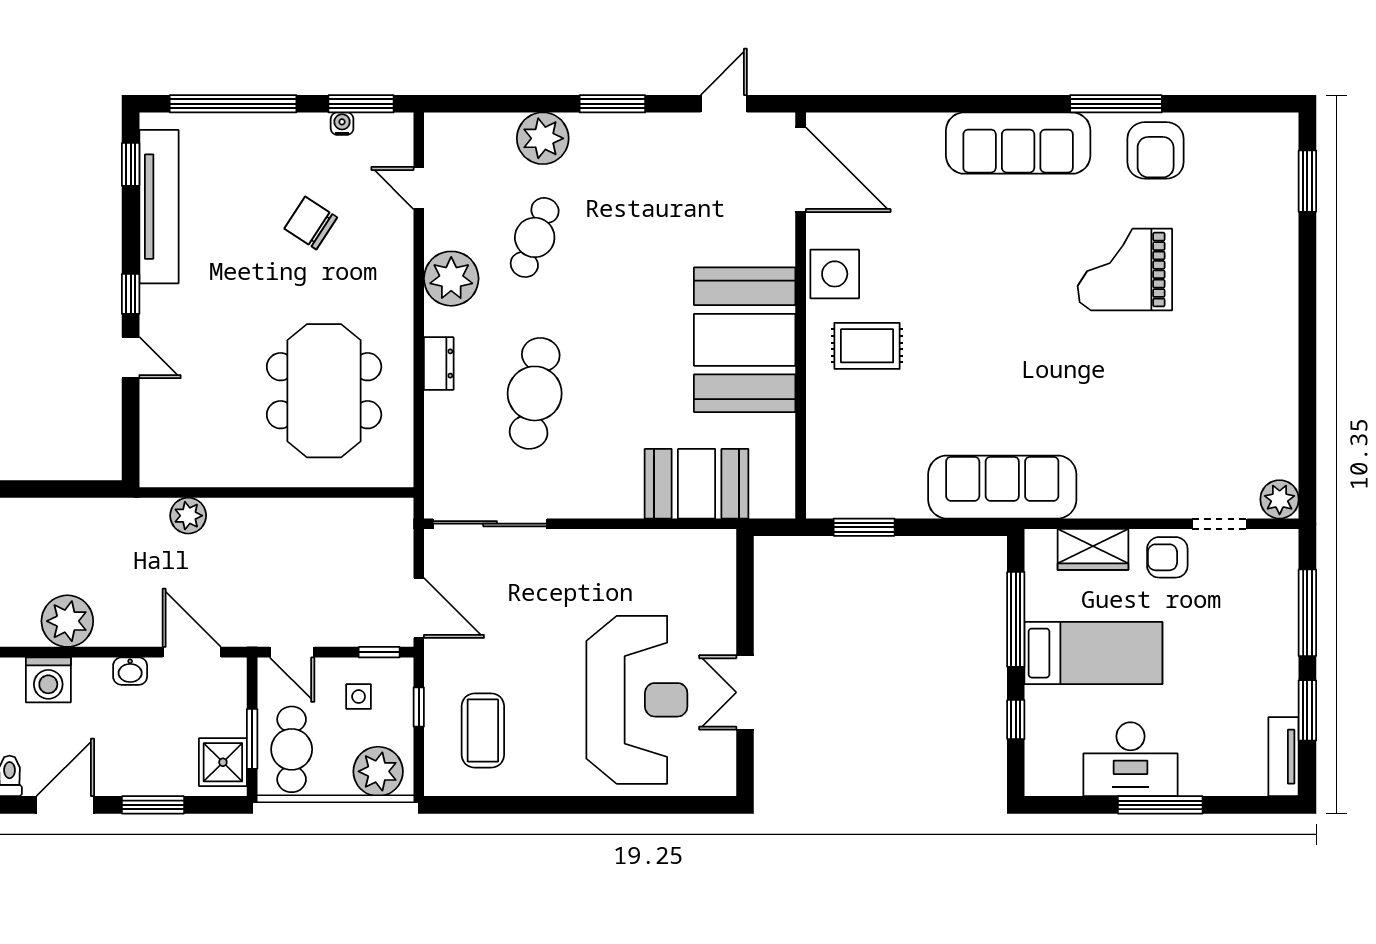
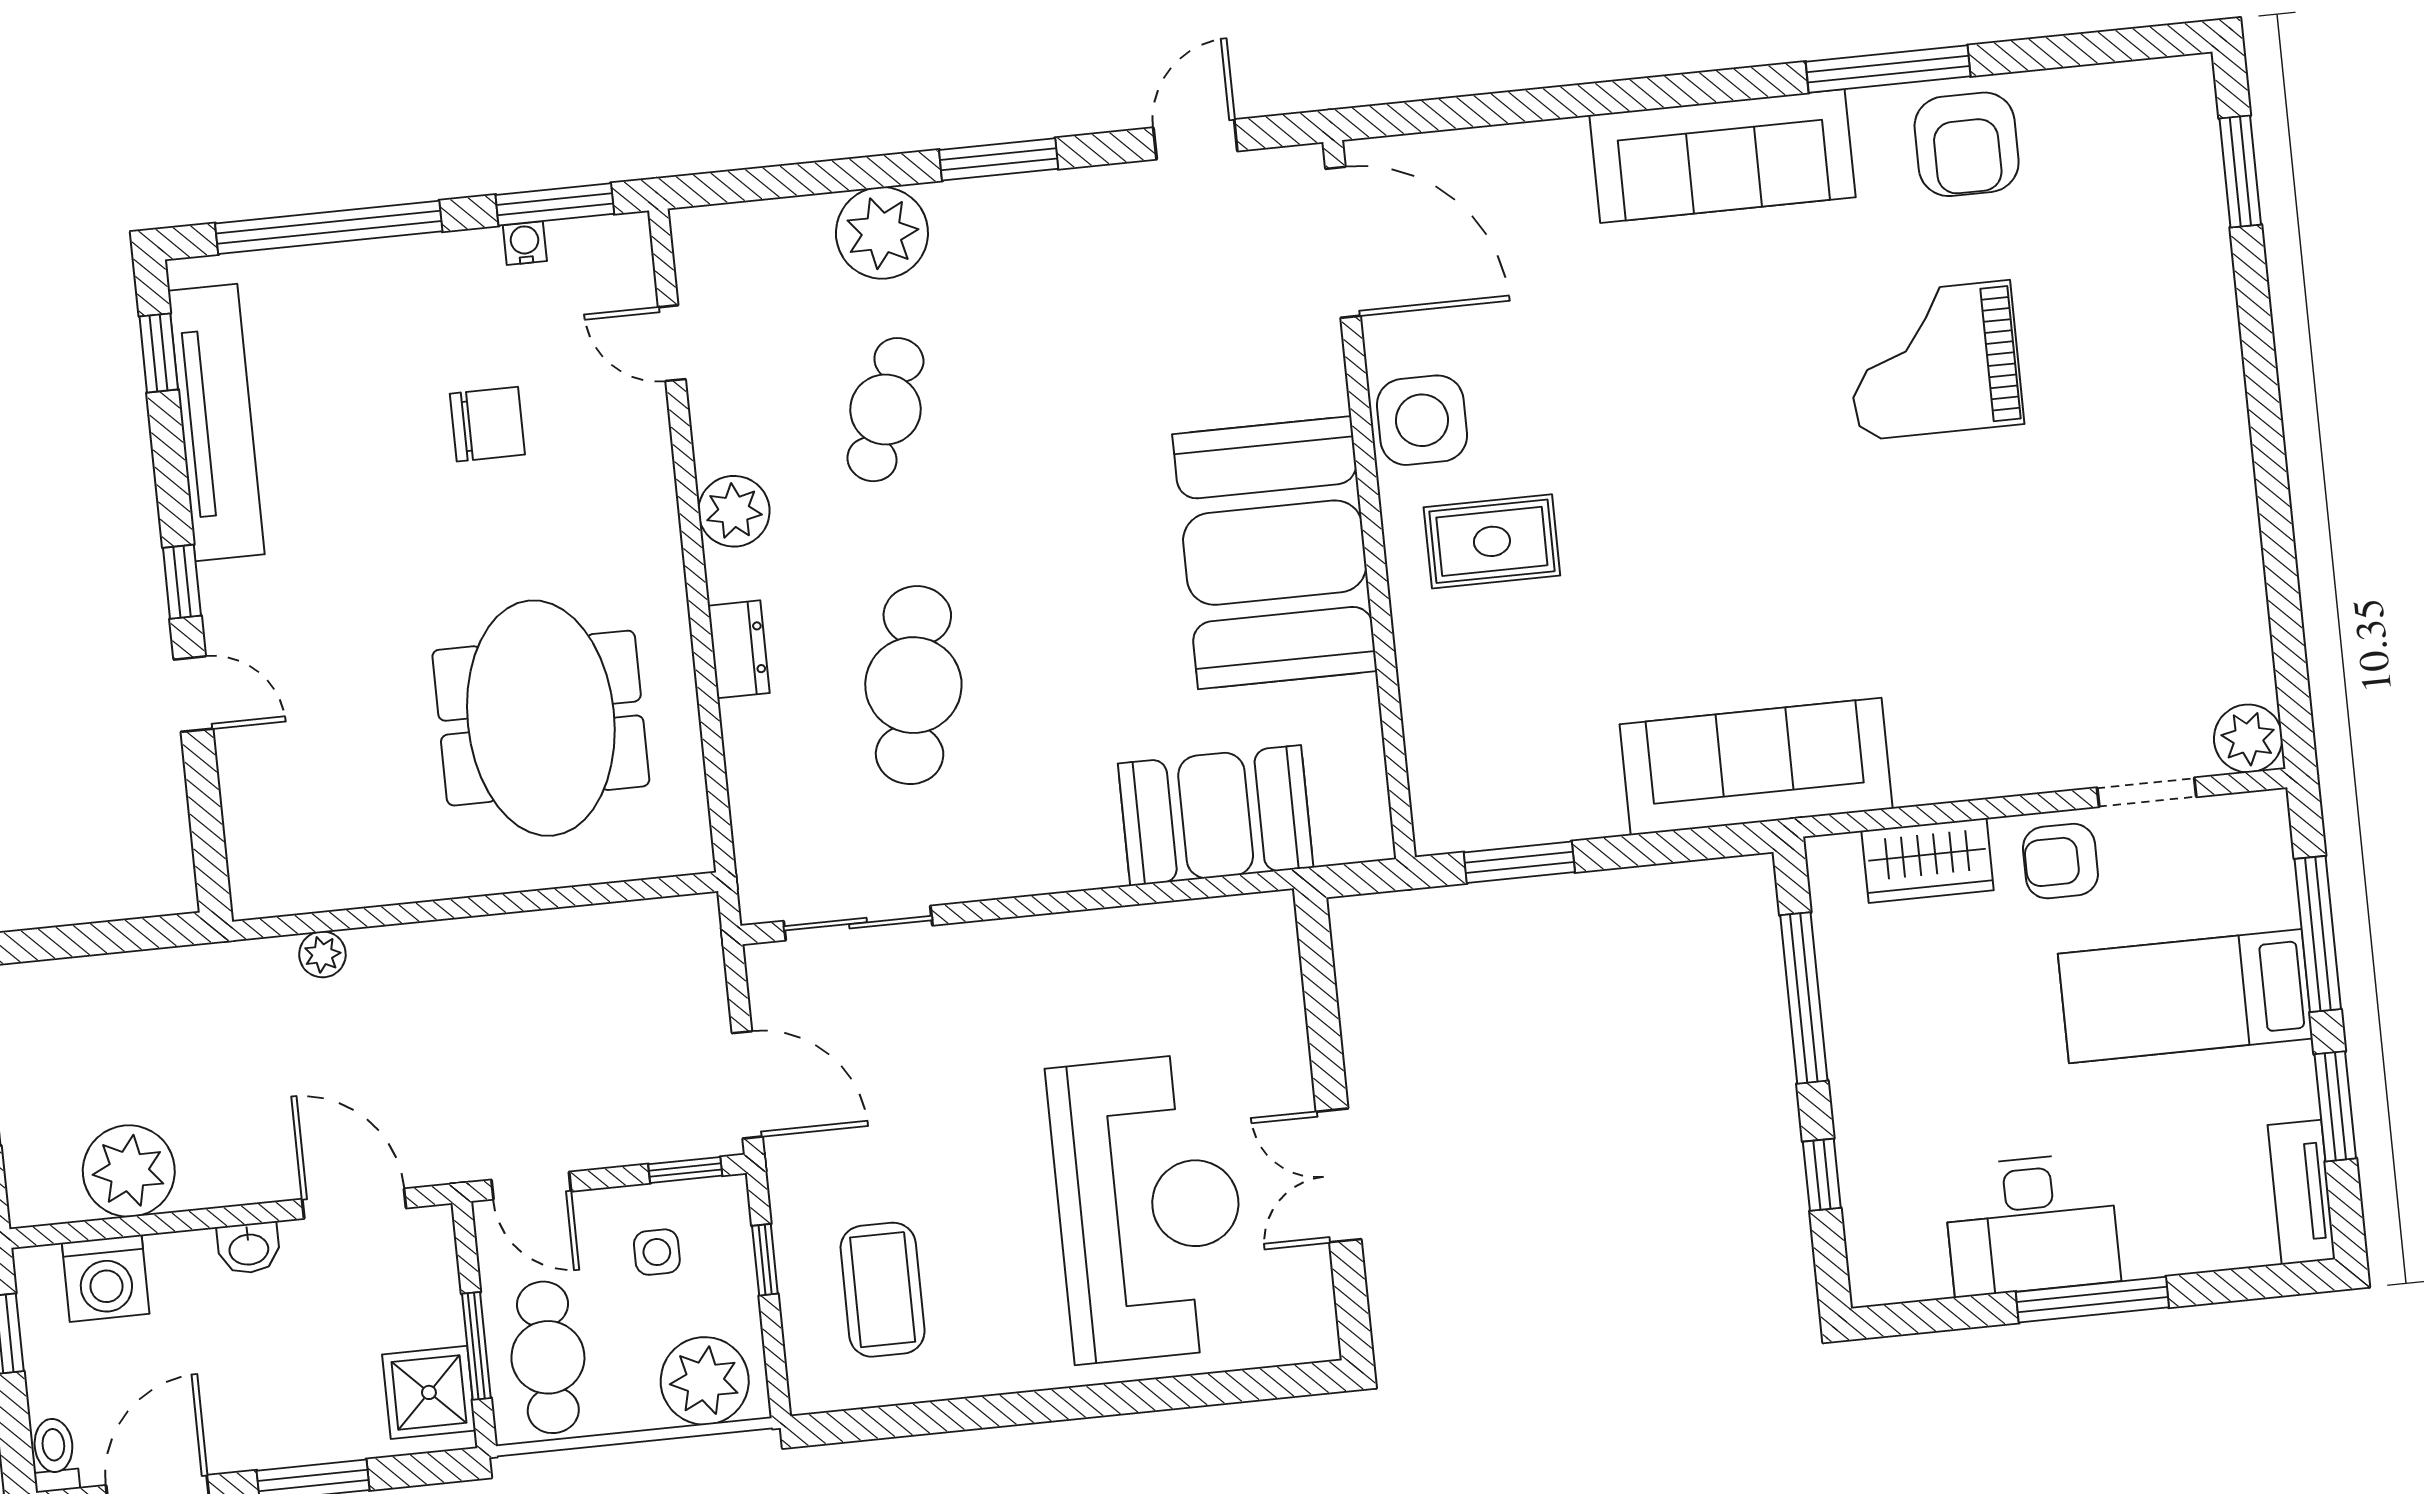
chair: (311, 223) -> (487, 424), turned 147
plant: (451, 279) -> (734, 511), width x0.73, depth x0.73
plant: (188, 516) -> (322, 954), width x0.73, depth x0.73
sliding door: (490, 524) -> (858, 923), width x0.73
bed: (1093, 653) -> (2185, 996), moved, turned 180

